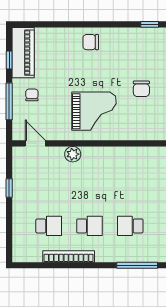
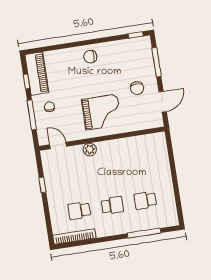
school desk: (49, 226) -> (79, 211), turned 180
bookcase: (69, 256) -> (74, 237), moved
window: (137, 265) -> (144, 233), moved

